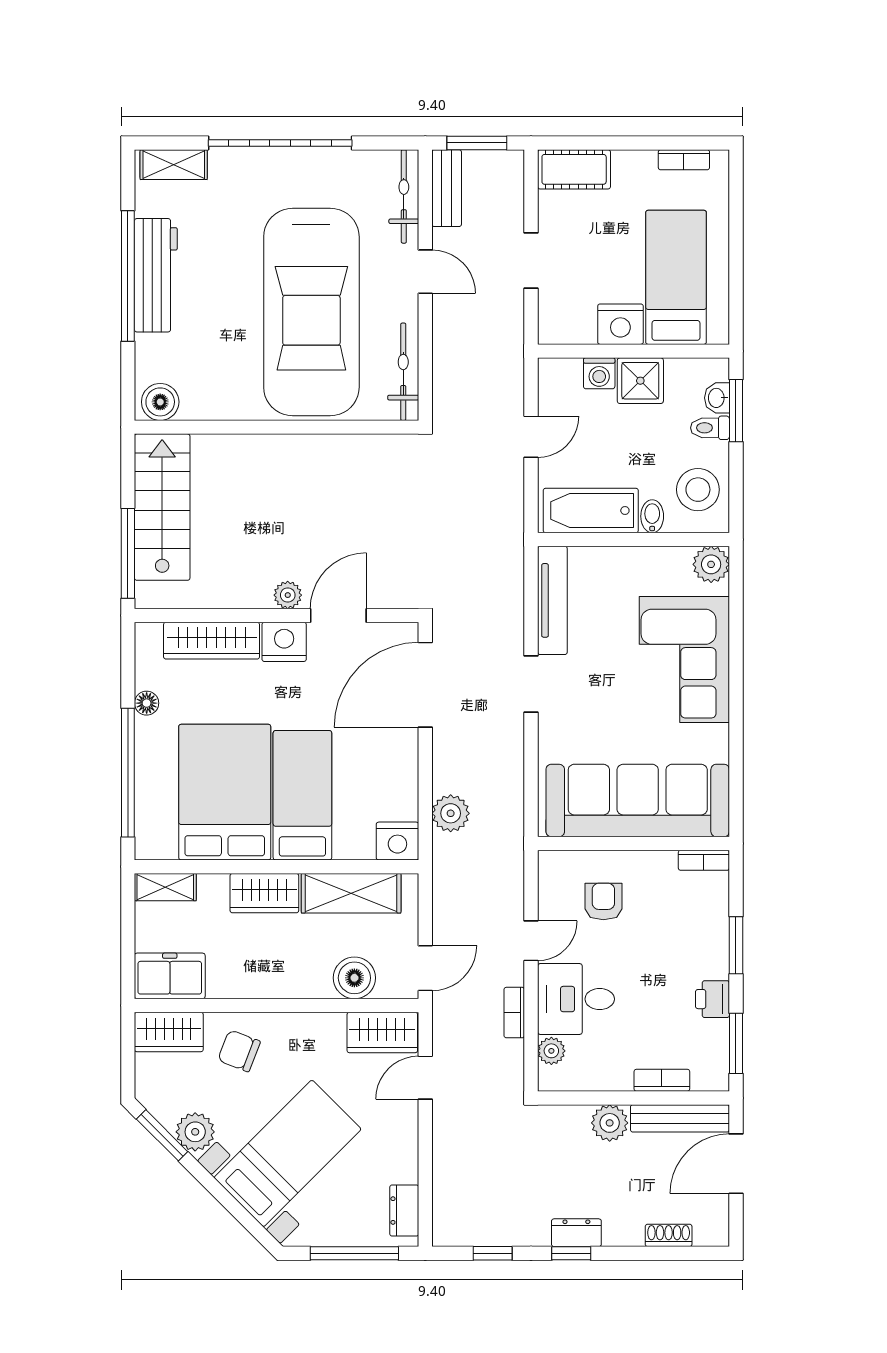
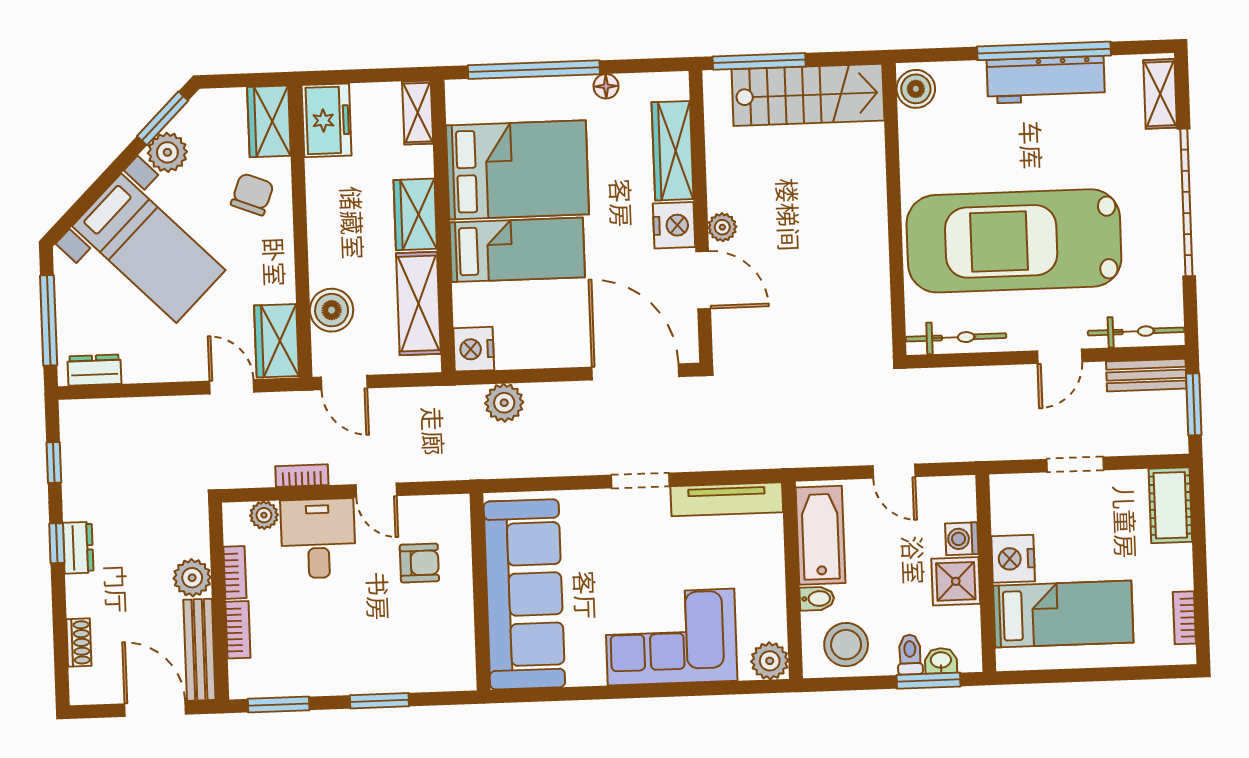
bookcase: (704, 860) -> (235, 572), moved, turned 180
printer: (712, 999) -> (323, 679), removed

